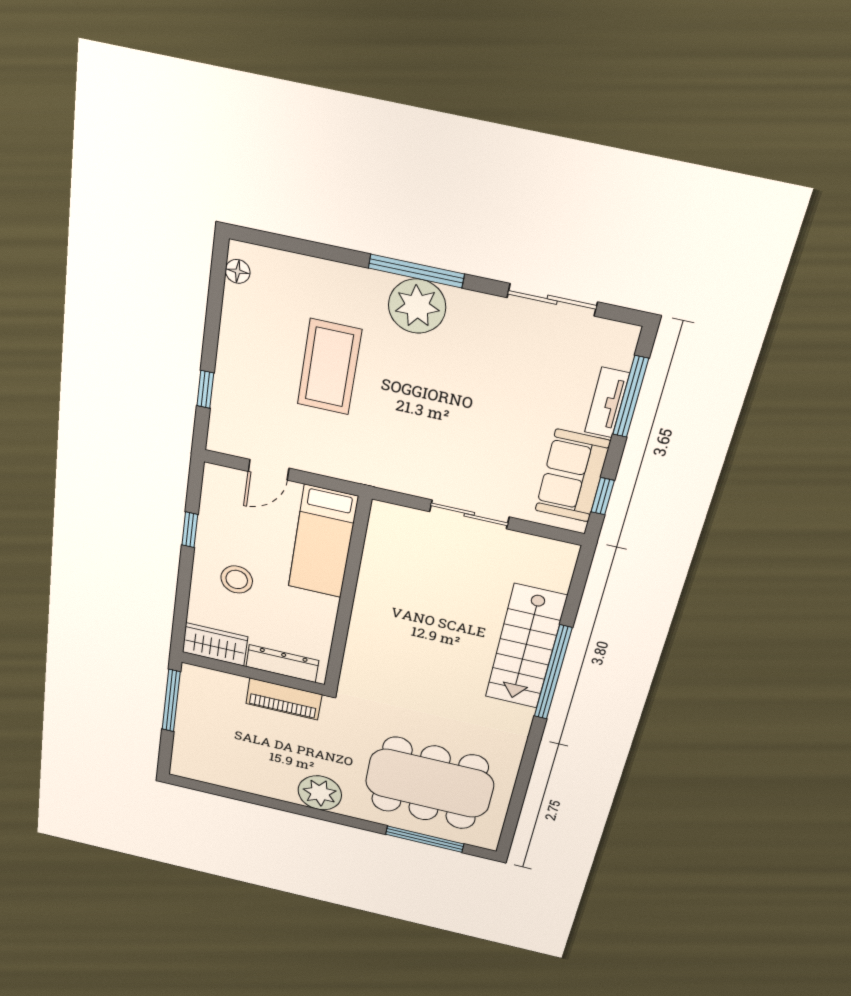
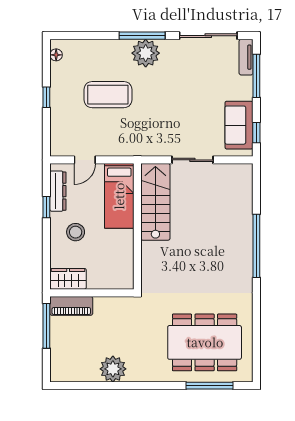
sliding door: (552, 300) -> (208, 36), width x1.37
coffee table: (329, 367) -> (108, 95), turned 90
window: (205, 389) -> (46, 97), moved
tv unit: (607, 403) -> (246, 57), moved
stairs: (526, 647) -> (155, 202), moved, turned 180
dresser: (282, 664) -> (58, 191), moved, turned 90
piano: (284, 699) -> (71, 306), moved
plant: (320, 793) -> (113, 369), moved

